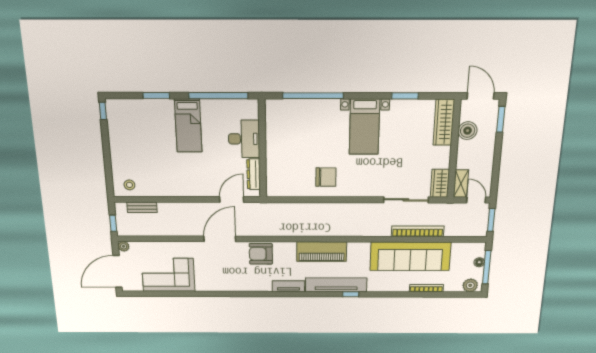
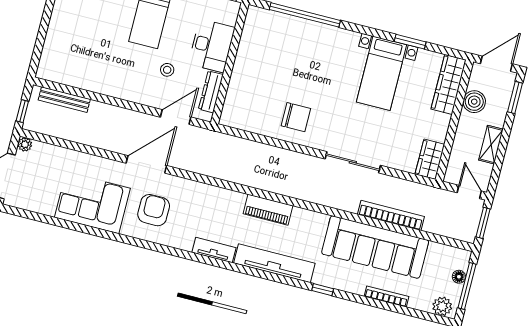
door: (481, 96) -> (496, 64), hinge flipped
bed with nightstands: (364, 127) -> (382, 73), moved
shelving: (461, 184) -> (491, 145), moved
stool: (129, 185) -> (167, 70), moved
sliding door: (406, 200) -> (353, 162), moved
bench: (142, 207) -> (64, 100), width x1.36
piano: (322, 252) -> (268, 210), width x0.73, depth x0.75
armchair: (261, 254) -> (154, 210), moved, turned 90
corner sofa: (168, 275) -> (92, 203), moved
window: (351, 294) -> (323, 290), moved

